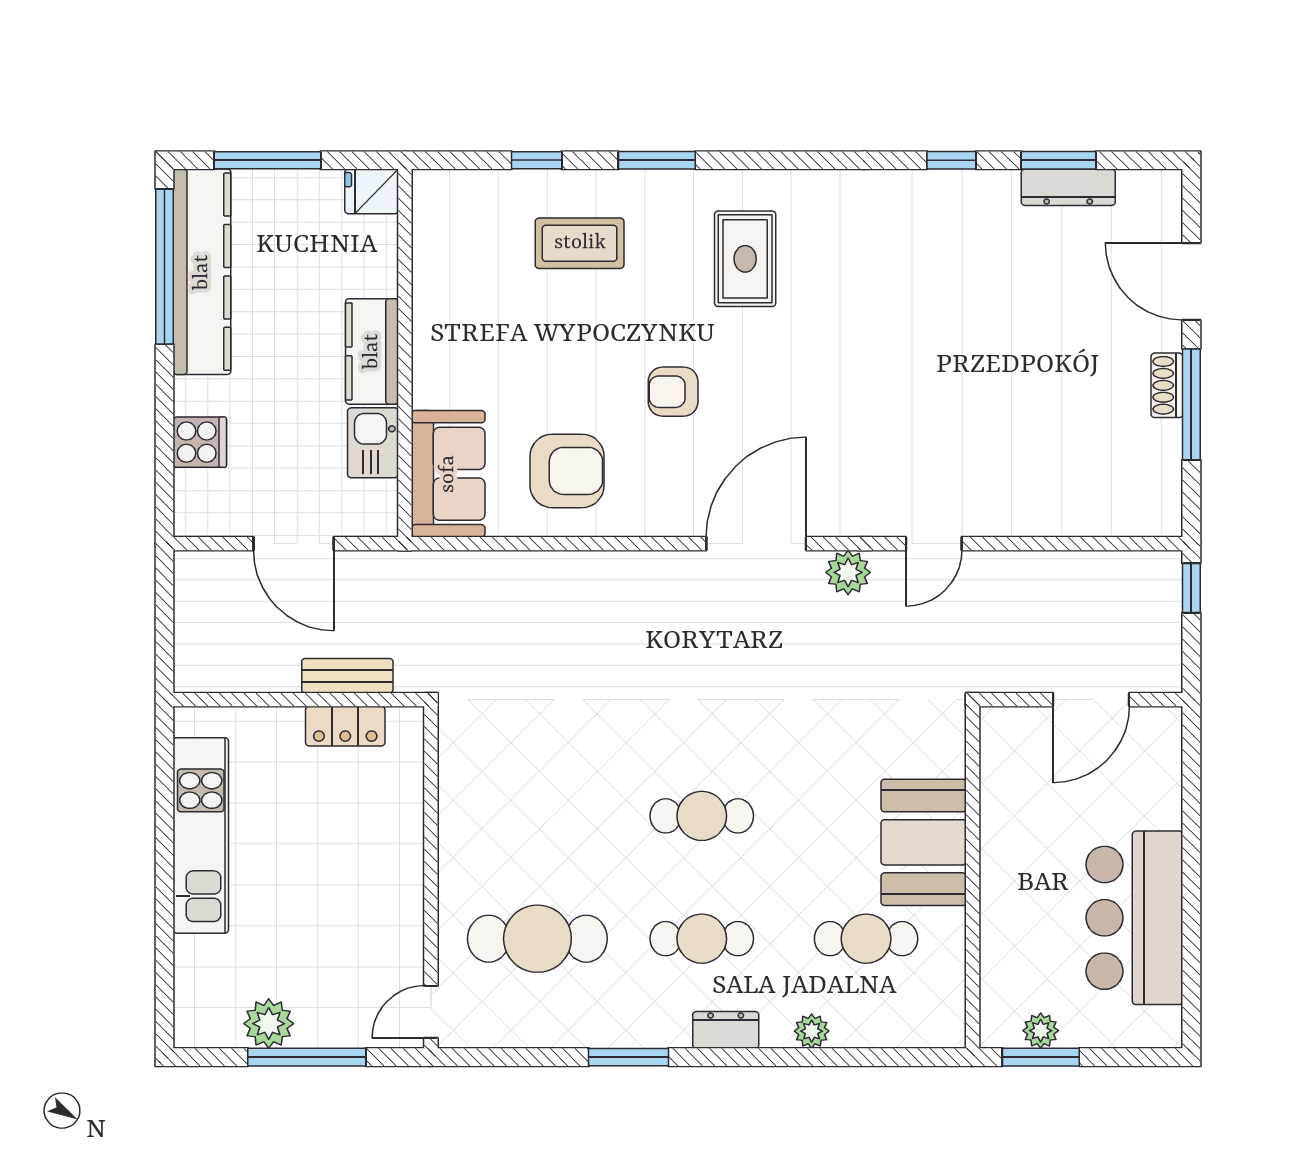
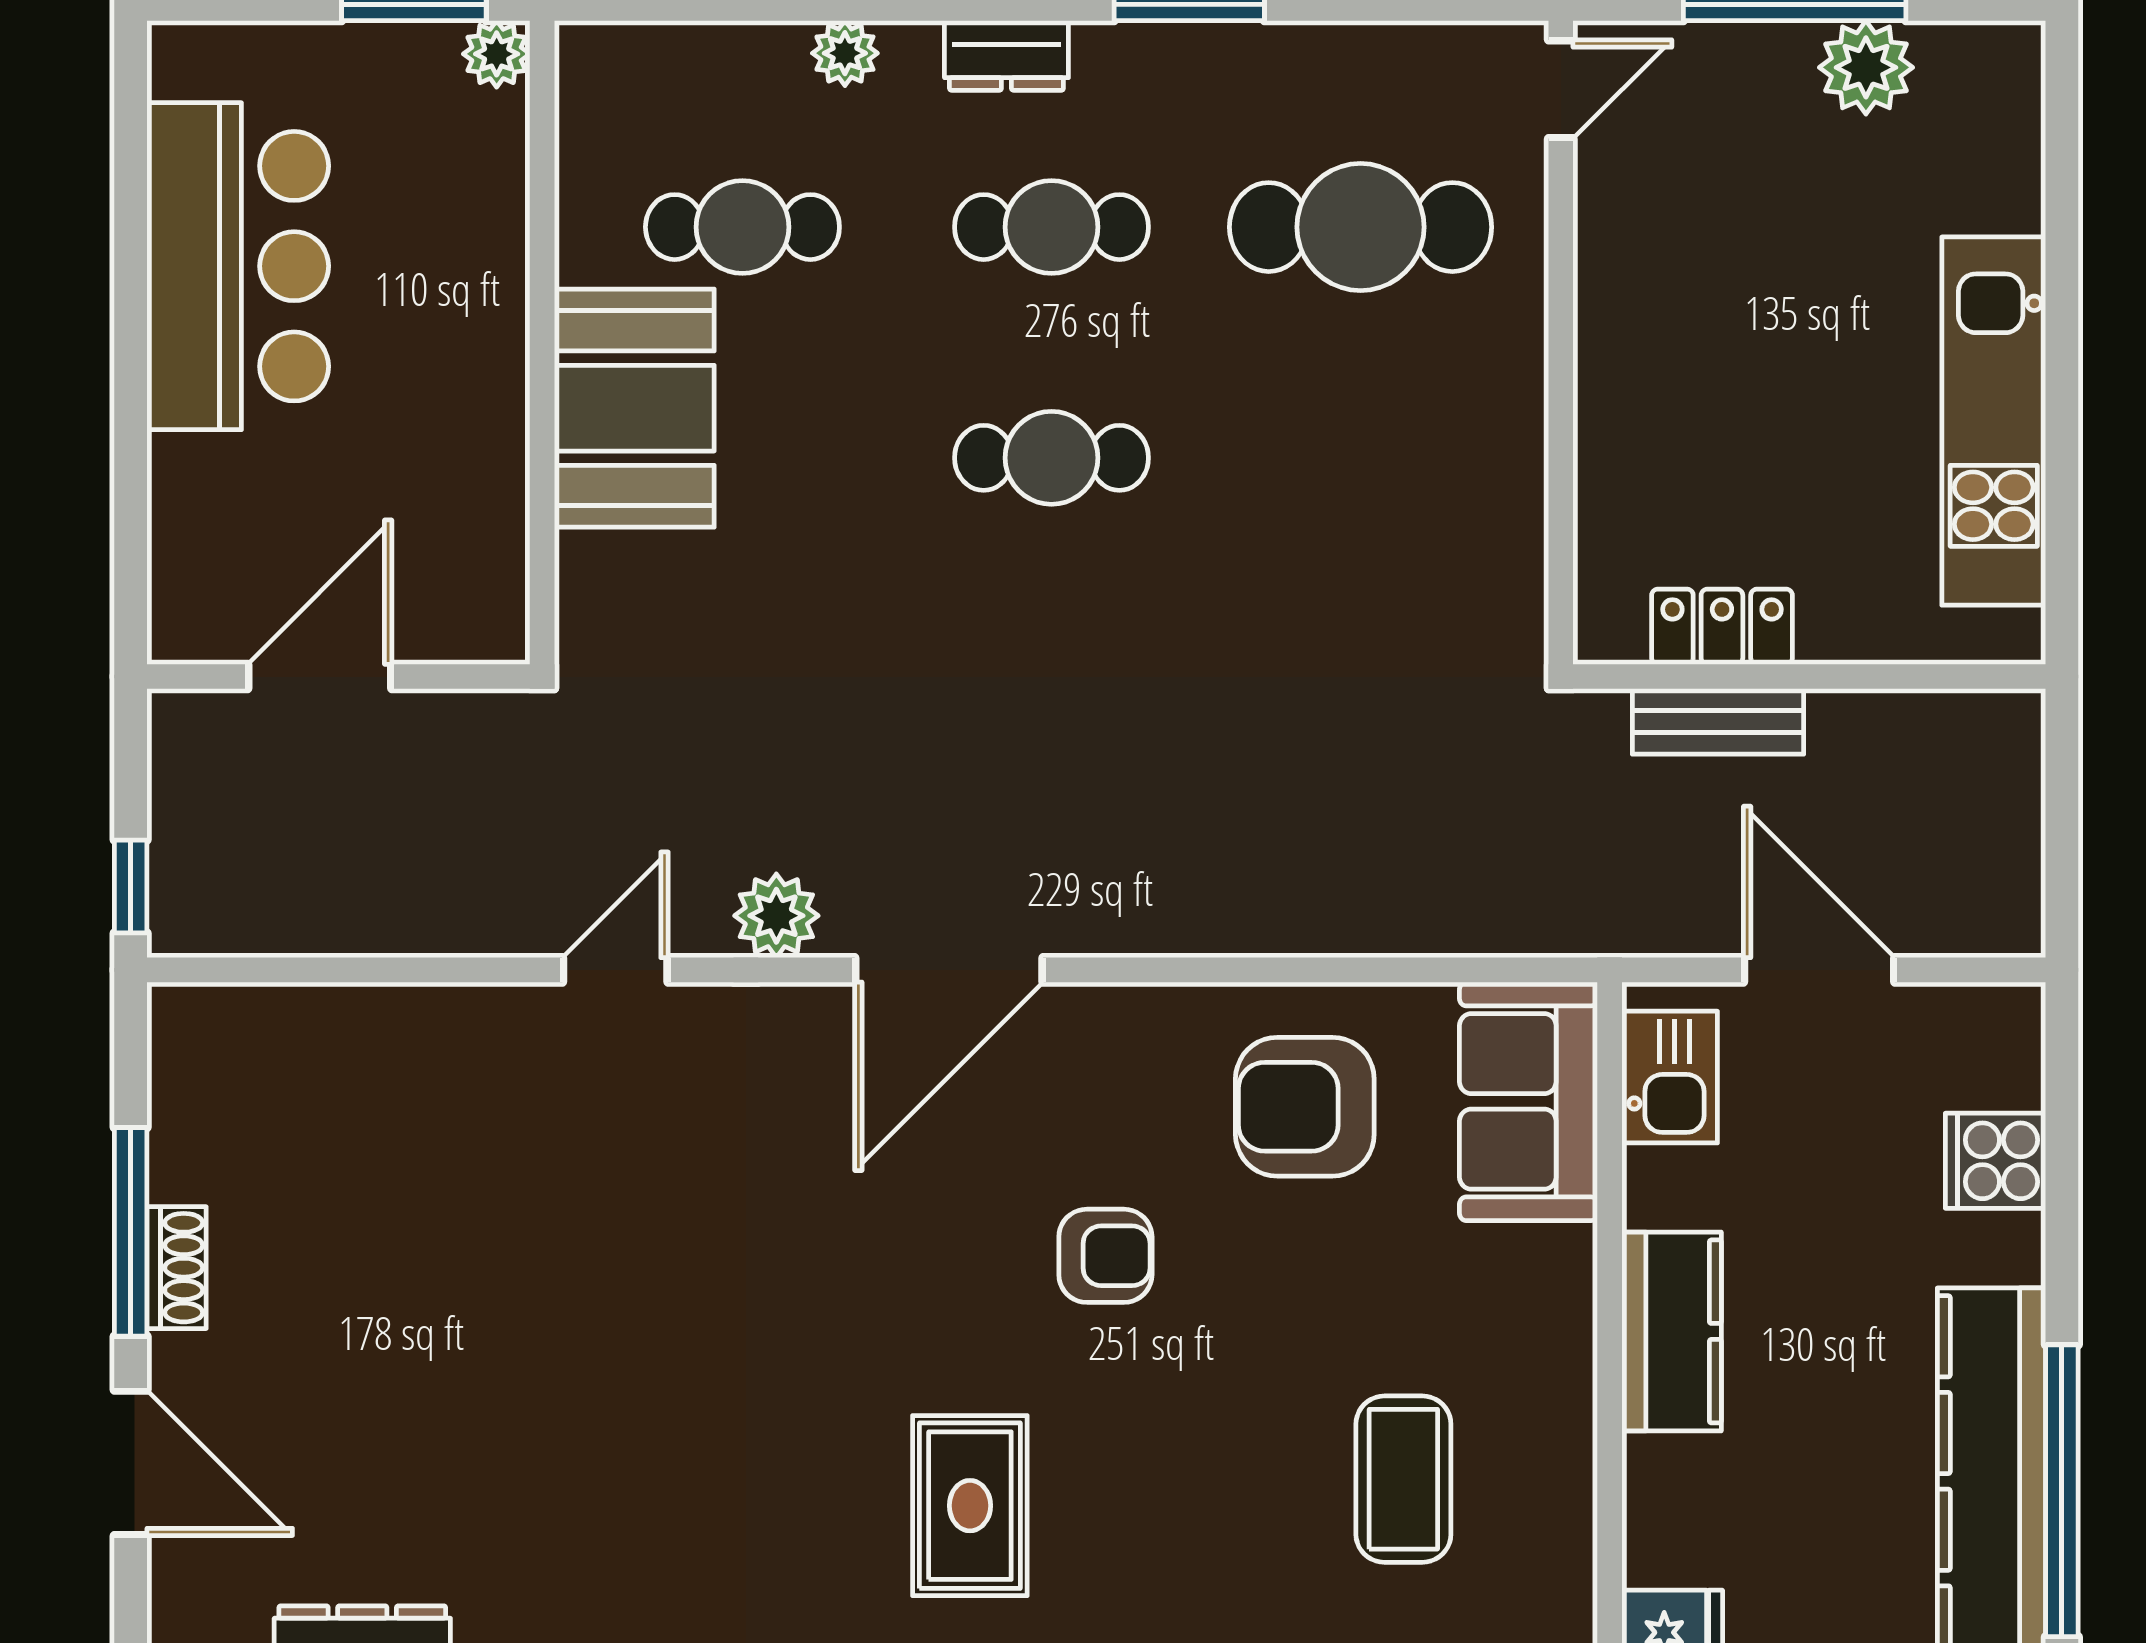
coffee table: (580, 243) -> (1403, 1479), moved, turned 90
kitchen sink: (373, 443) -> (1670, 1077), moved
plant: (1041, 1031) -> (497, 54), moved

